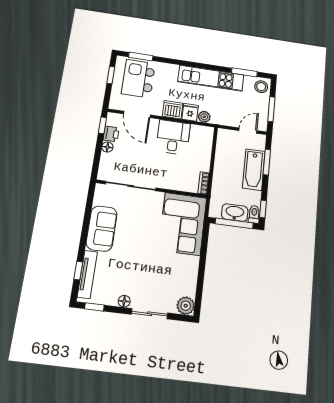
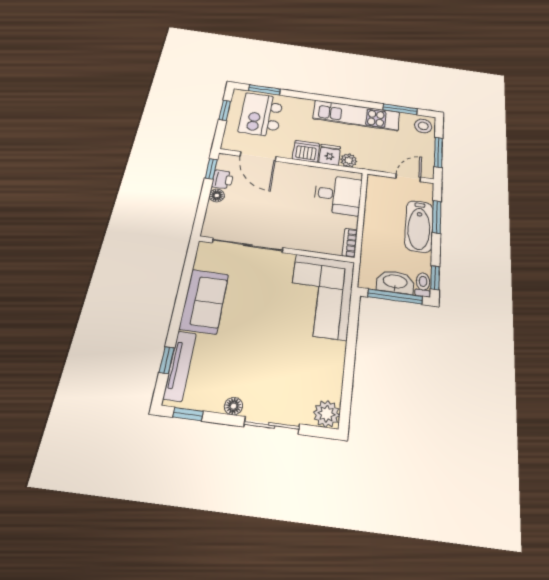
desk: (173, 137) -> (338, 195), moved, turned 90

